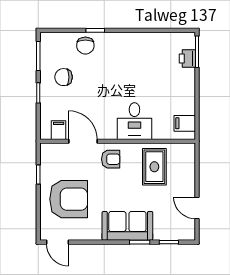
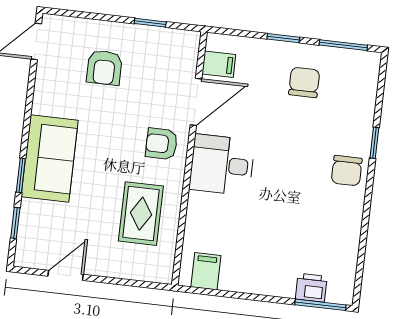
chair: (85, 46) -> (347, 171), moved, turned -90
desk: (134, 121) -> (222, 165), moved
armchair: (111, 159) -> (161, 144), turned 90
rug: (154, 167) -> (141, 214), turned 90
armchair: (69, 199) -> (104, 68), width x0.53, depth x0.53

